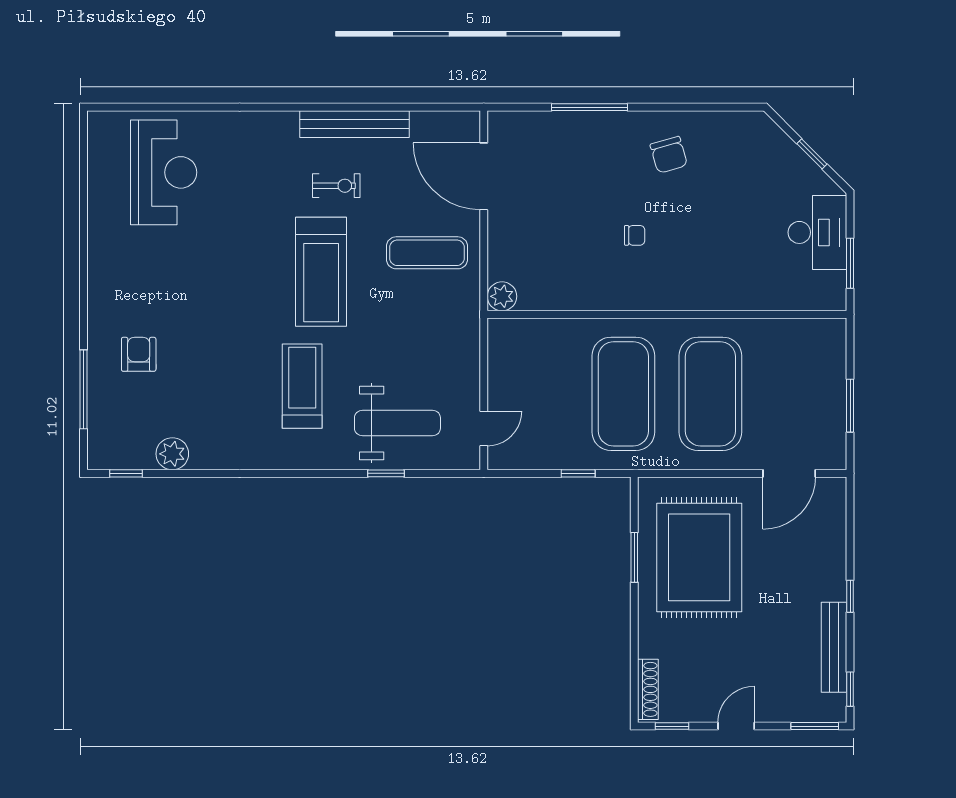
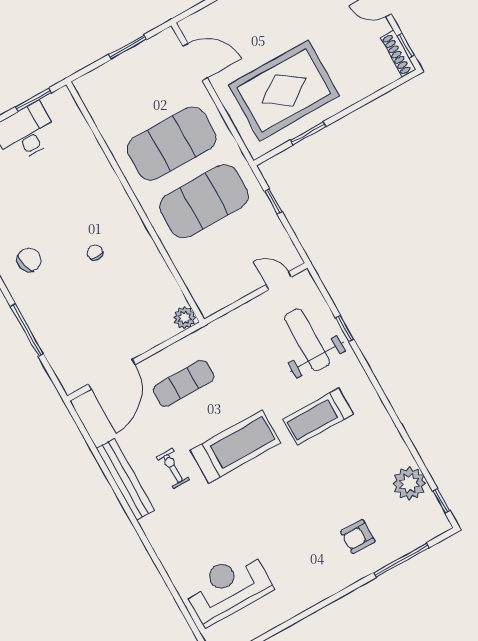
exercise mat: (427, 253) -> (184, 383), turned 90
plant: (172, 454) -> (409, 483), width x1.36, depth x1.36
shoe rack: (648, 689) -> (398, 54), moved, turned -90

